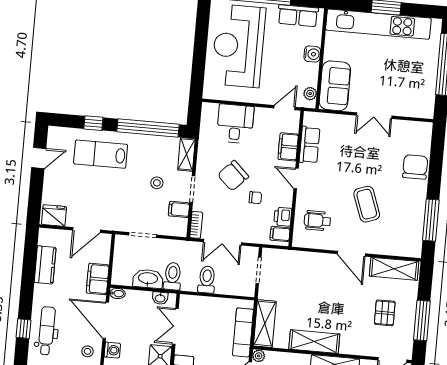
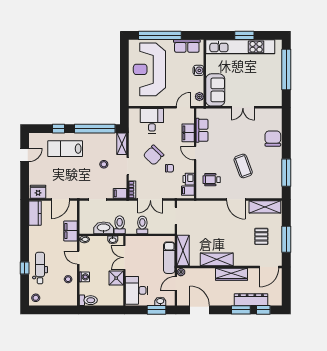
filing cabinet: (179, 209) -> (120, 193), moved
kitchen counter: (45, 265) -> (35, 213), moved
door: (106, 320) -> (78, 258), width x0.53

